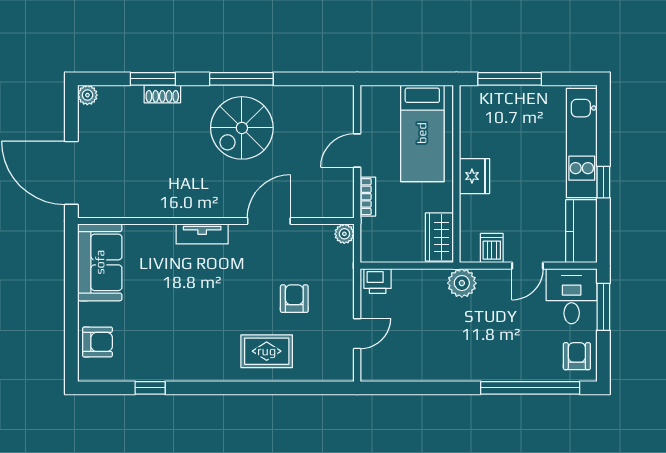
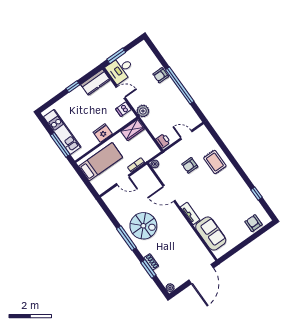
kitchen unit: (582, 143) -> (62, 132), moved, turned -90
sofa: (100, 262) -> (211, 234), moved, turned 90
armchair: (577, 356) -> (161, 75), moved
window: (530, 388) -> (180, 85), moved

